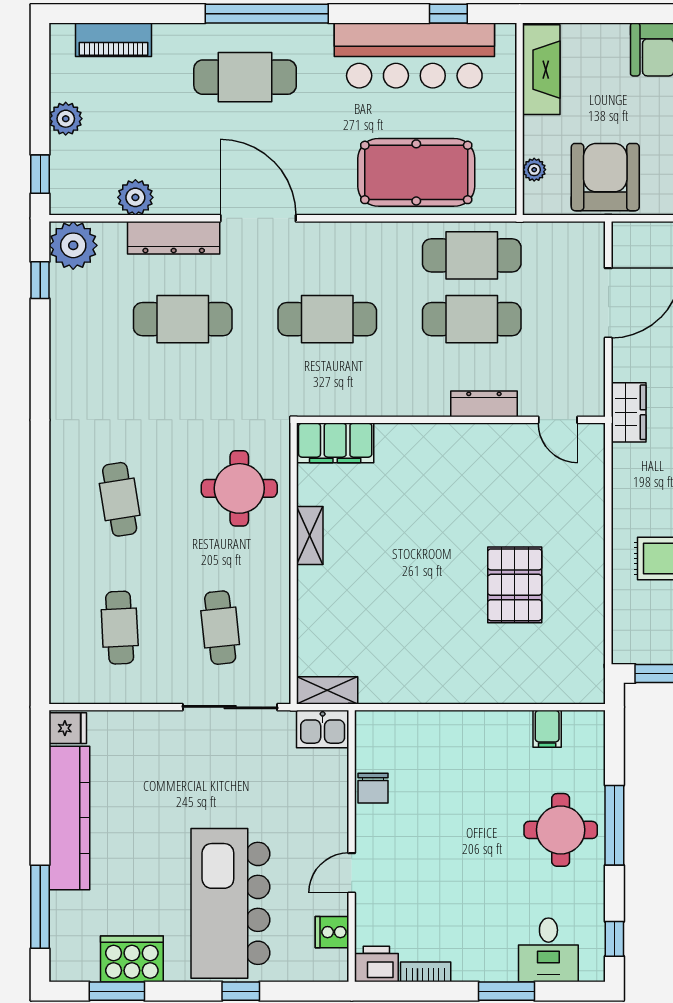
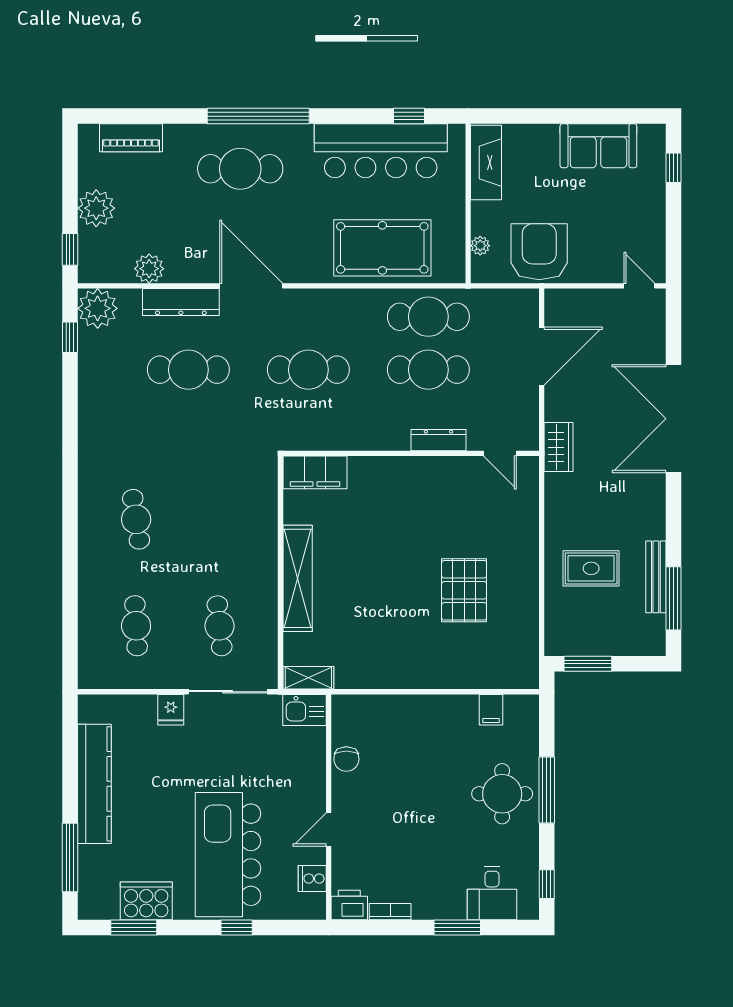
plant: (66, 119) -> (96, 208), width x1.36, depth x1.36
round table: (239, 488) -> (235, 510), removed
shelving: (310, 535) -> (298, 578), width x2.20, depth x1.33
fridge: (68, 728) -> (171, 710), moved, turned 90

